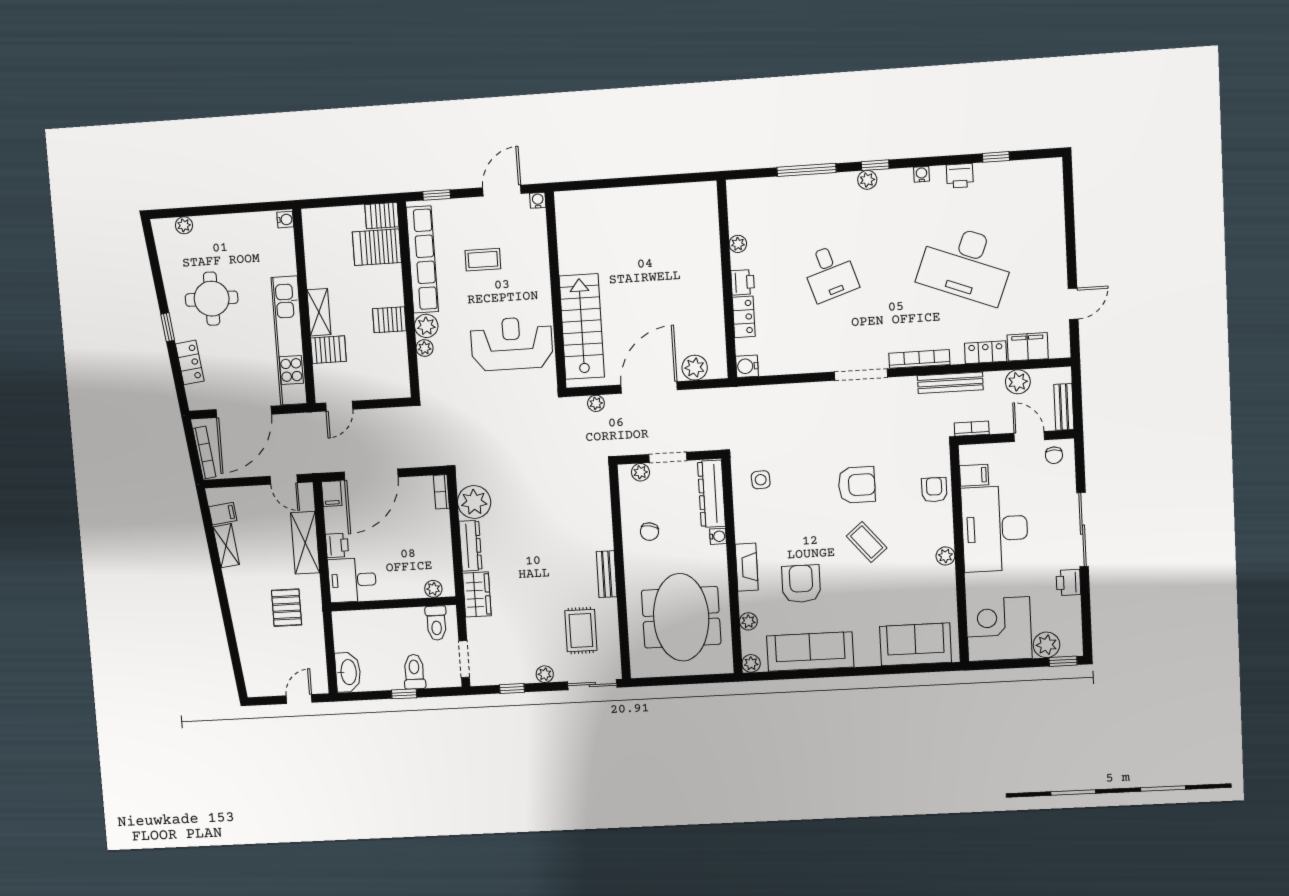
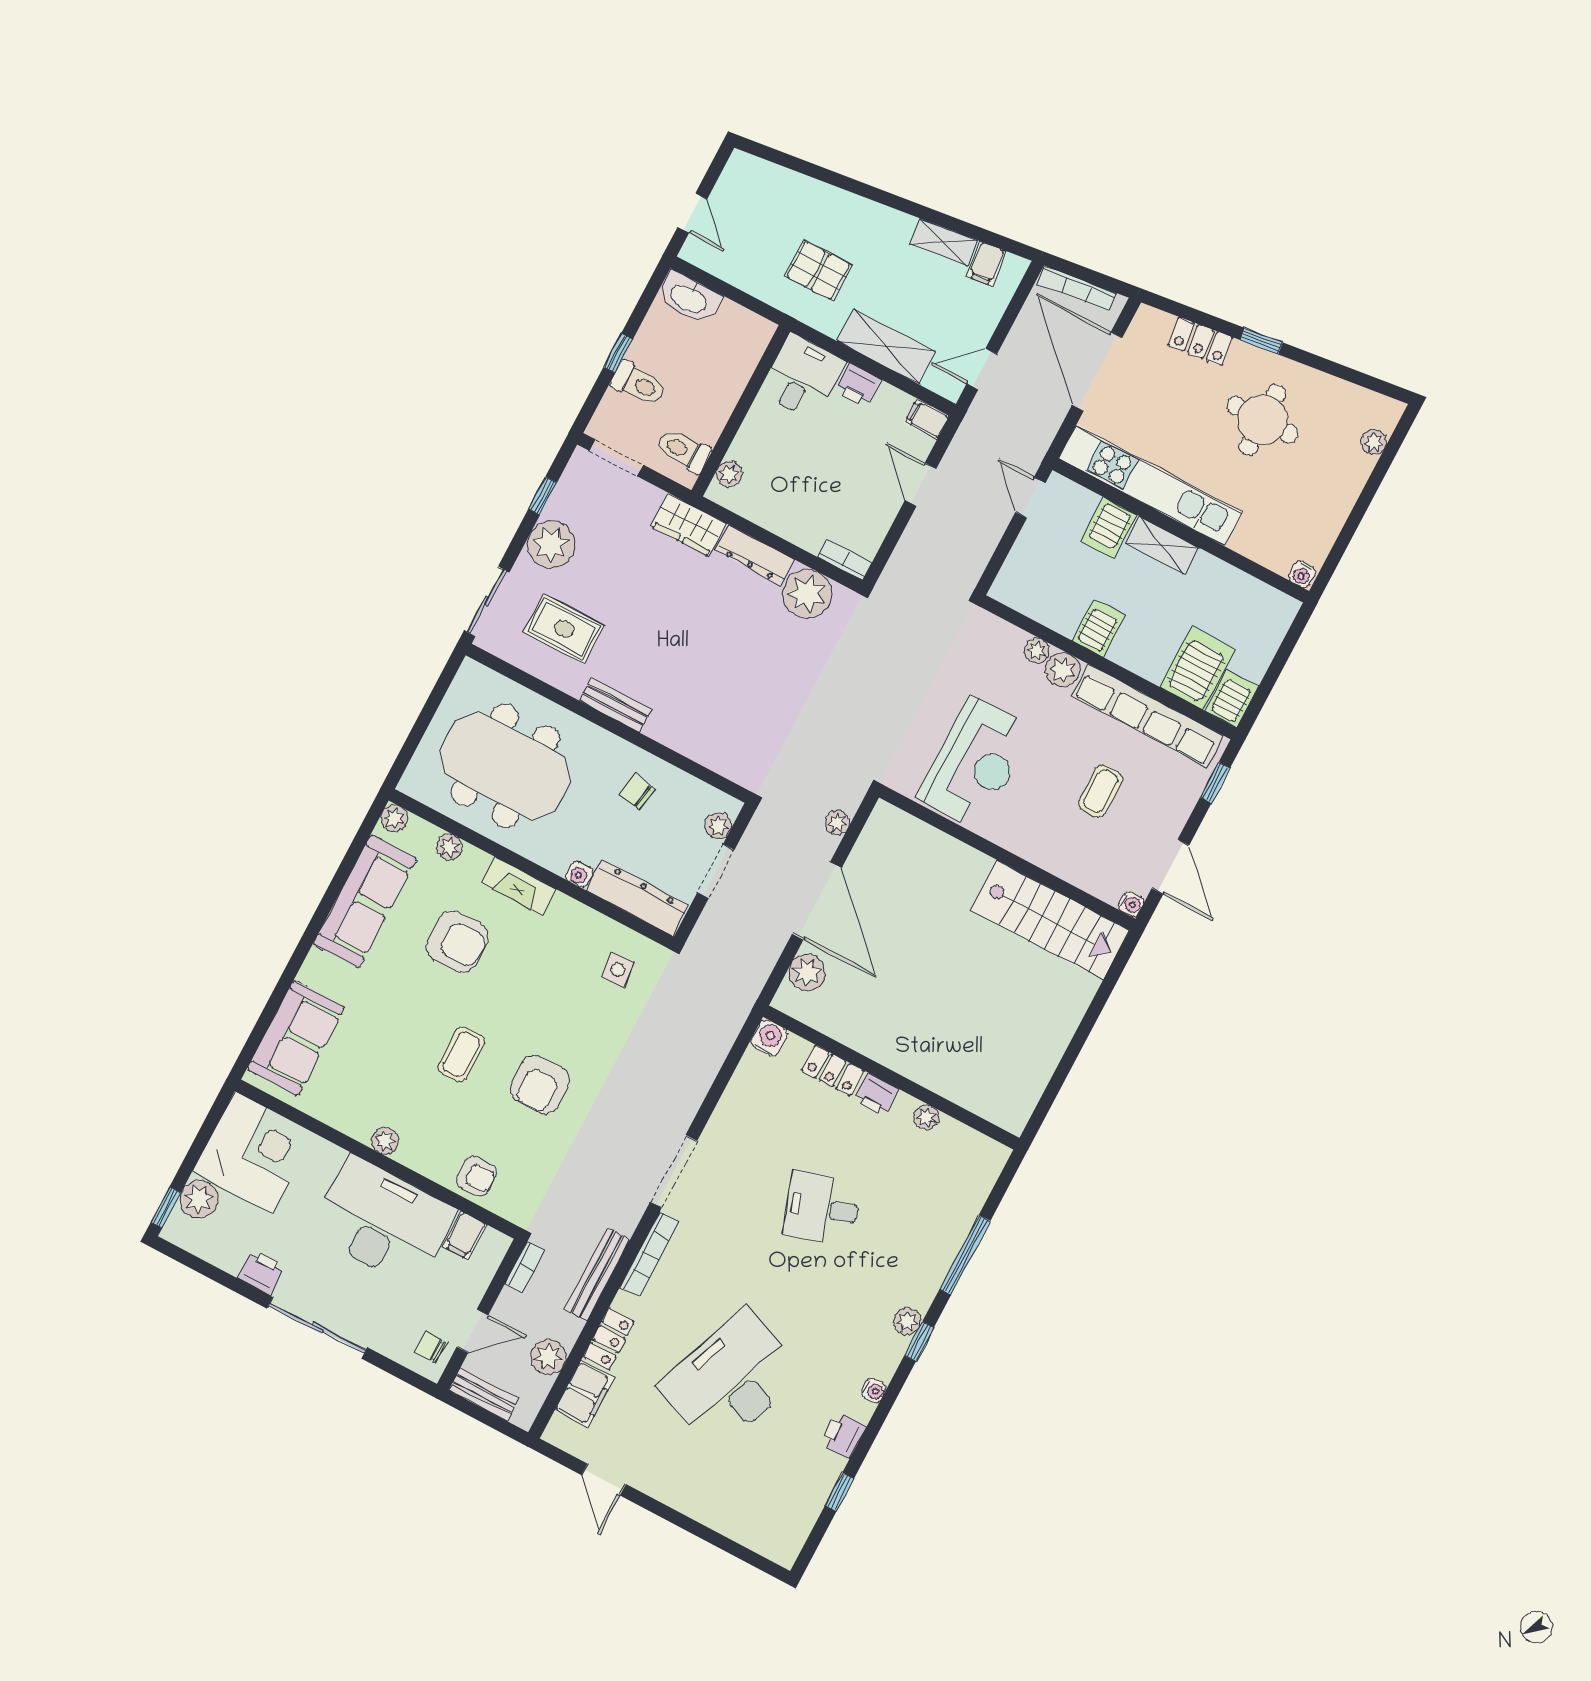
stairs: (582, 327) -> (1050, 920), moved
door: (371, 474) -> (921, 485), width x0.53
coffee table: (867, 542) -> (461, 1054), turned -50
plant: (545, 674) -> (551, 544), width x1.88, depth x1.88

